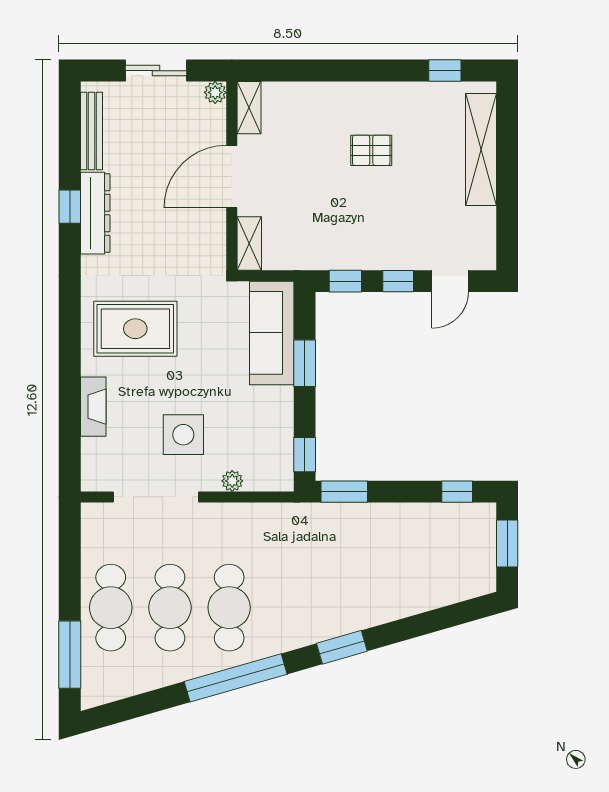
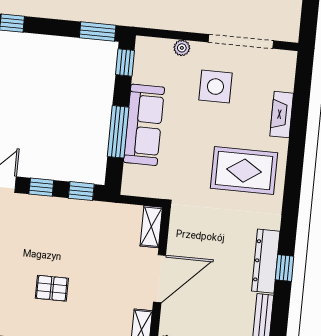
sofa: (272, 333) -> (144, 125), moved
window: (305, 363) -> (118, 132), width x1.44

